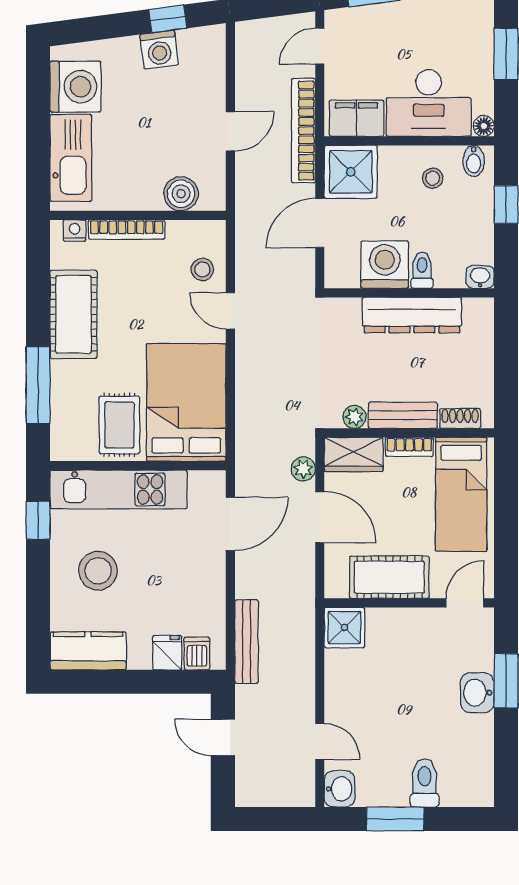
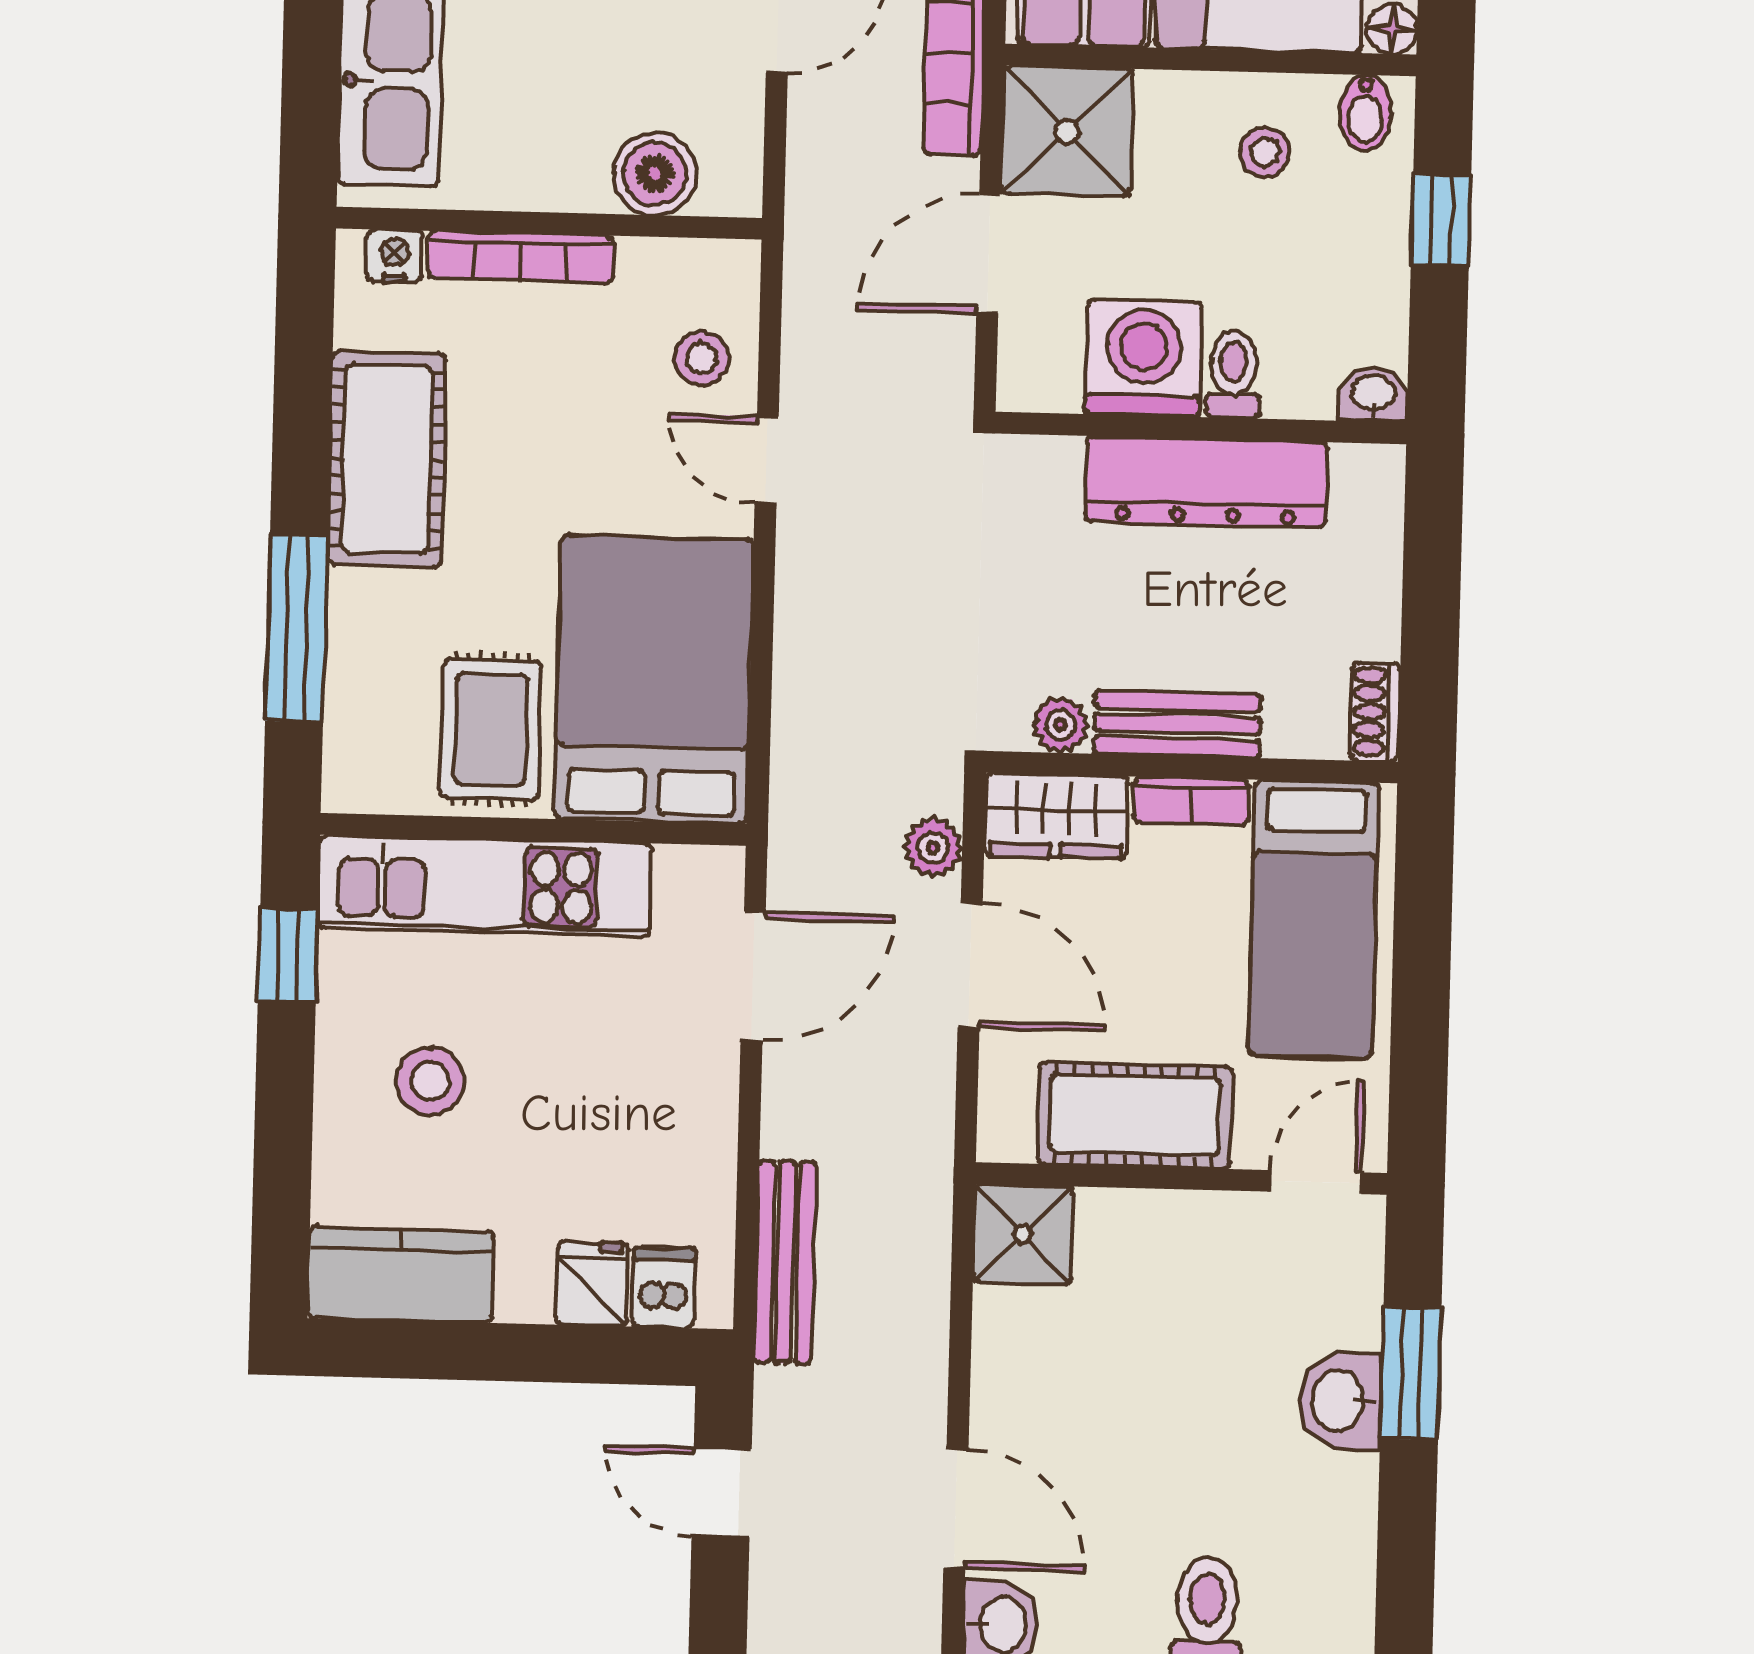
shoe rack: (460, 419) -> (1375, 712), moved, turned -90
stool: (98, 571) -> (430, 1081), width x0.73, depth x0.73
door: (320, 742) -> (956, 1509), width x1.37

